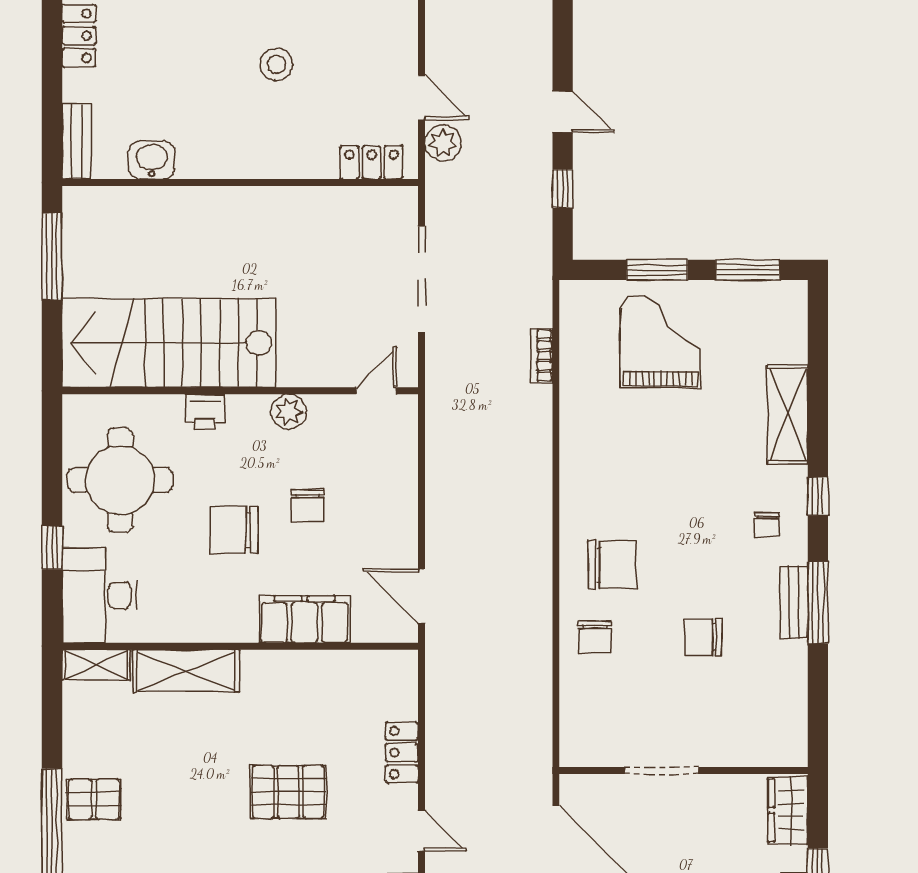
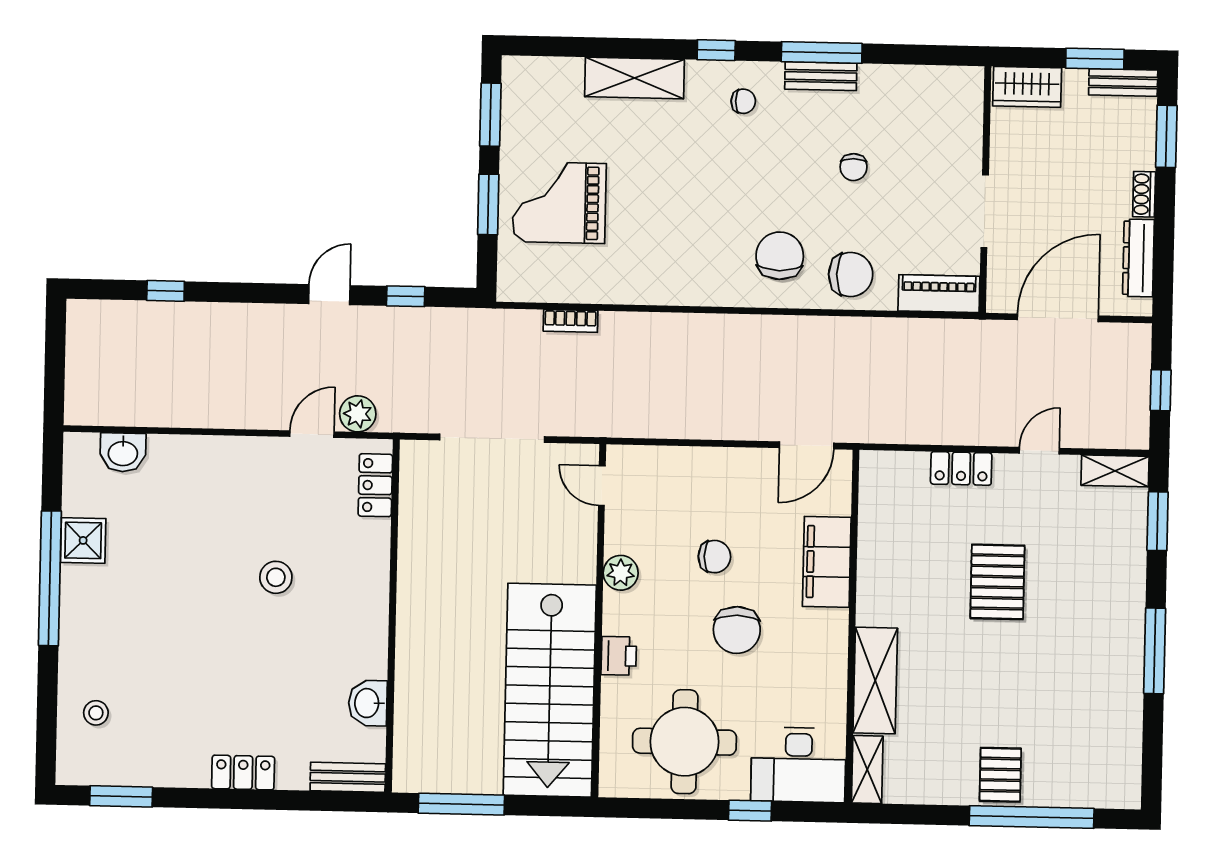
chair: (595, 637) -> (851, 275), width x1.37, depth x1.37
chair: (703, 637) -> (854, 167), width x0.73, depth x0.73
piano: (578, 726) -> (939, 294), added

